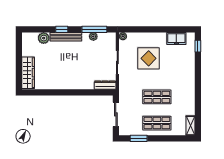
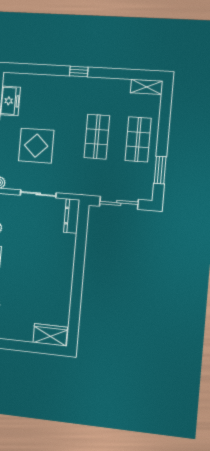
window: (198, 46) -> (79, 72), moved
wardrobe: (28, 73) -> (50, 335), width x0.67

